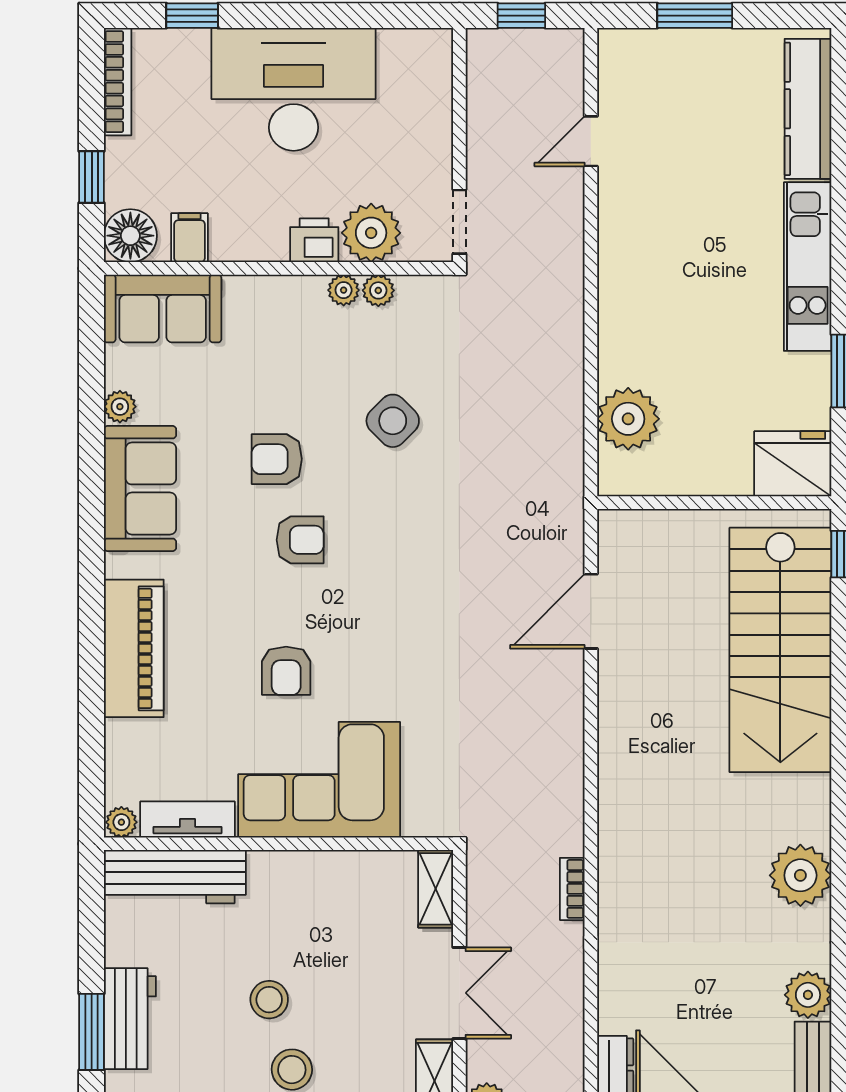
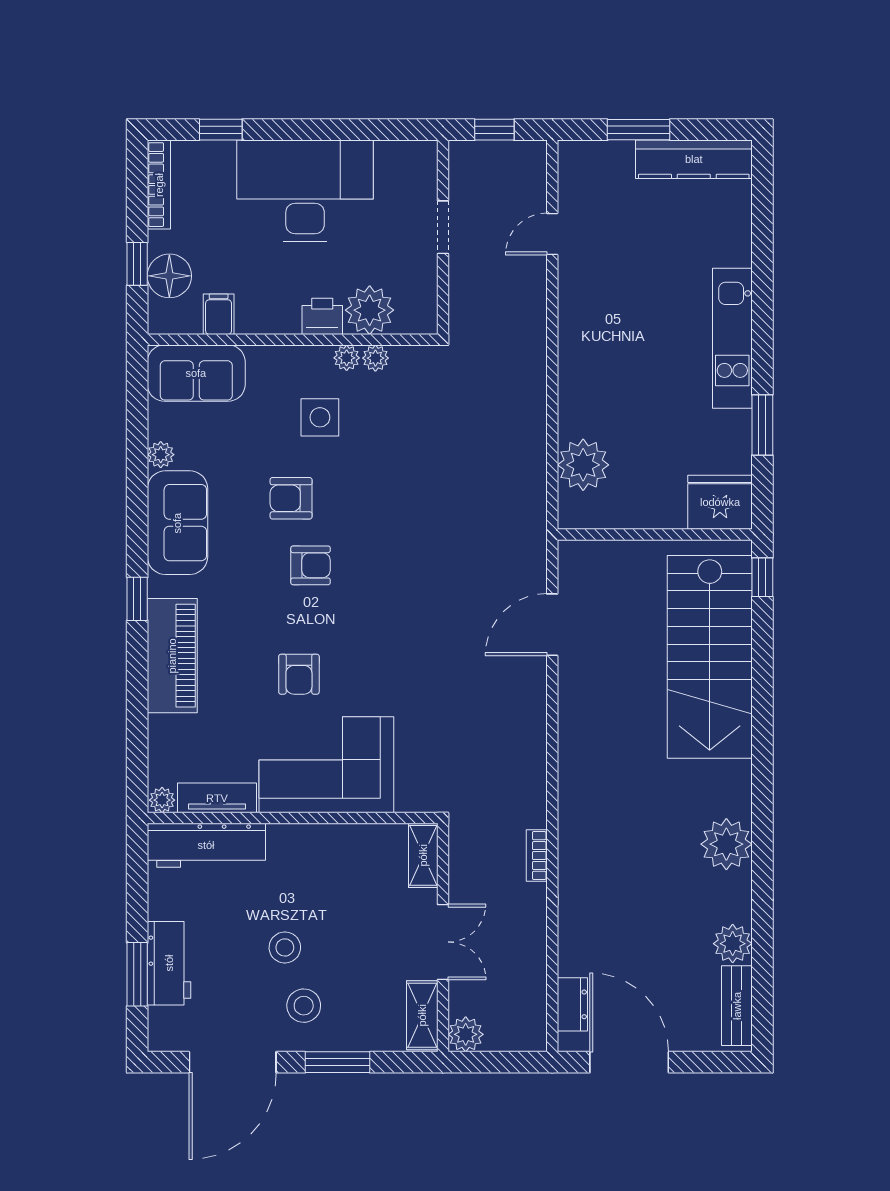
kitchen counter: (808, 109) -> (694, 159), moved, turned -90
doorway: (459, 222) -> (443, 227), moved
floor lamp: (130, 236) -> (169, 276), moved
side table: (393, 421) -> (320, 417), moved, turned 45
window: (92, 580) -> (137, 599), added

